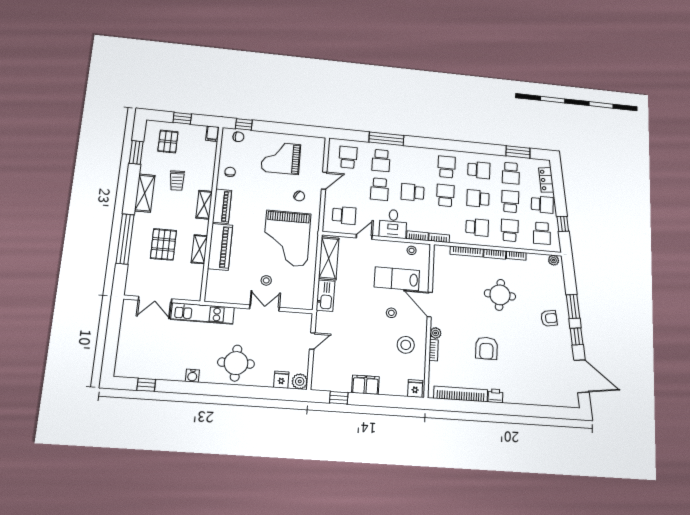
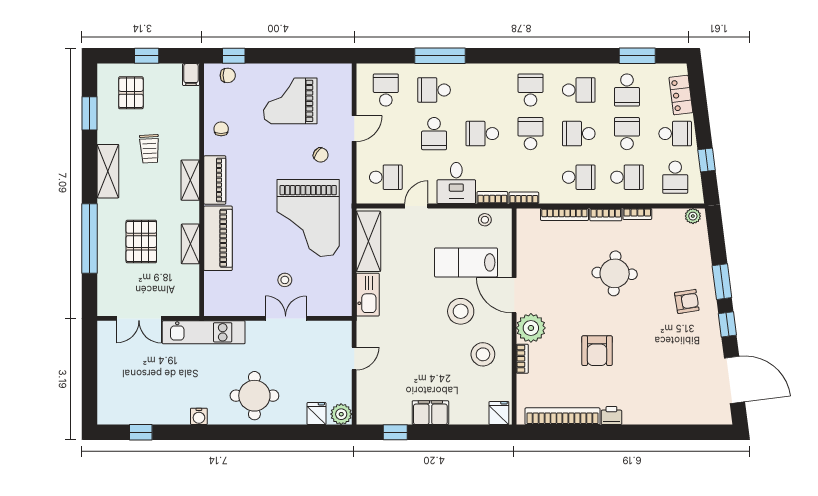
school desk: (381, 160) -> (434, 90), turned 90
school desk: (510, 230) -> (627, 177), turned 90
stool: (391, 313) -> (461, 311), width x1.89, depth x1.89
plant: (436, 333) -> (531, 328), width x1.88, depth x1.88

